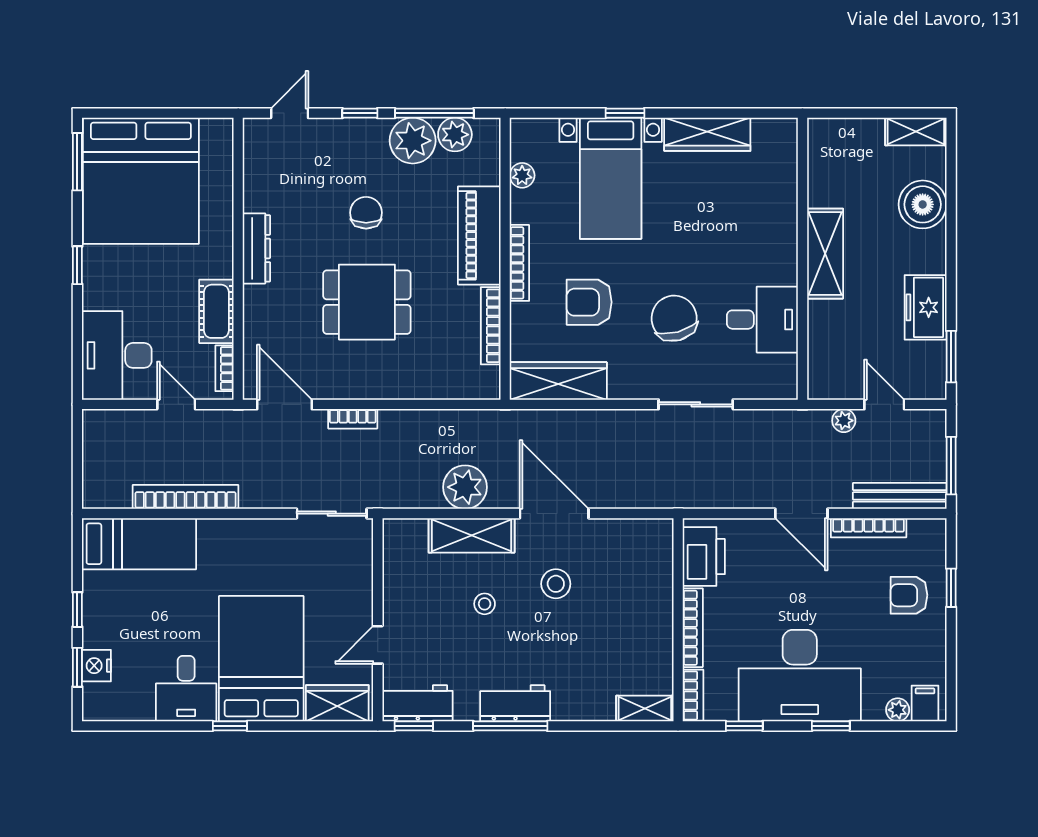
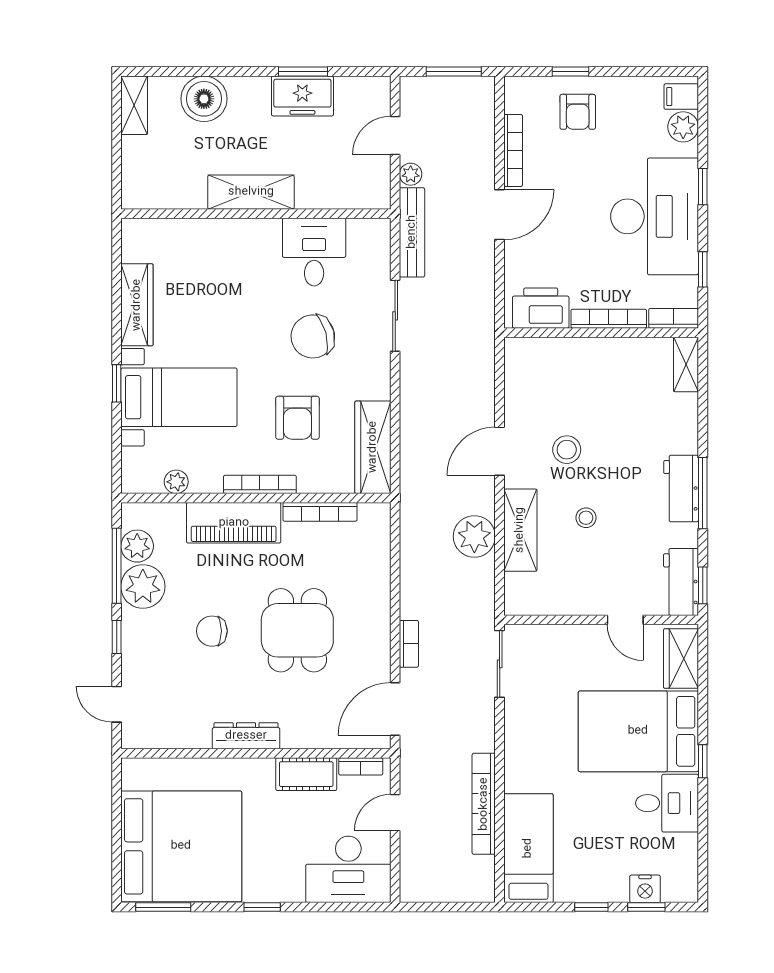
window: (951, 357) -> (303, 72), moved
bench: (900, 496) -> (412, 232), moved
door: (554, 514) -> (500, 451), width x0.73
plant: (898, 710) -> (683, 127), width x1.38, depth x1.38

